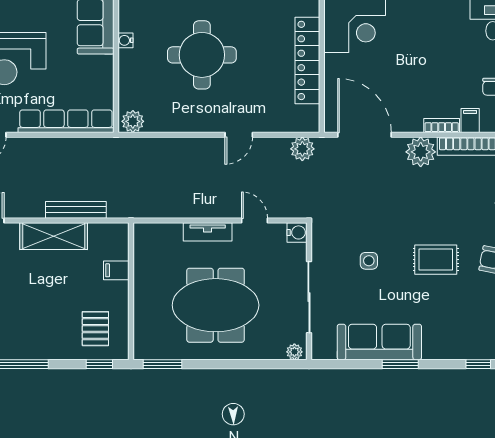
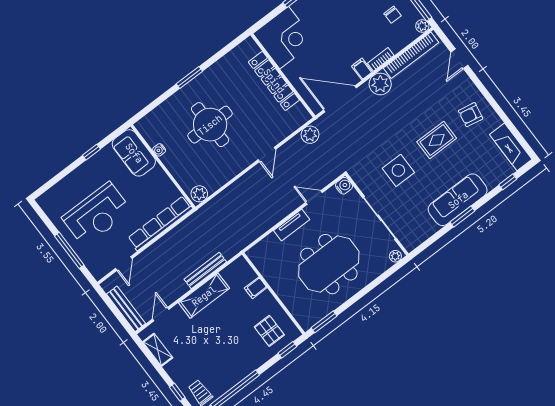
filing cabinet: (470, 120) -> (362, 69), moved
side table: (369, 261) -> (398, 170), width x1.87, depth x1.87
sofa: (379, 342) -> (458, 200), moved

